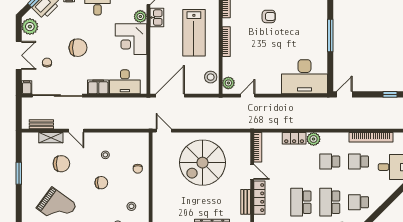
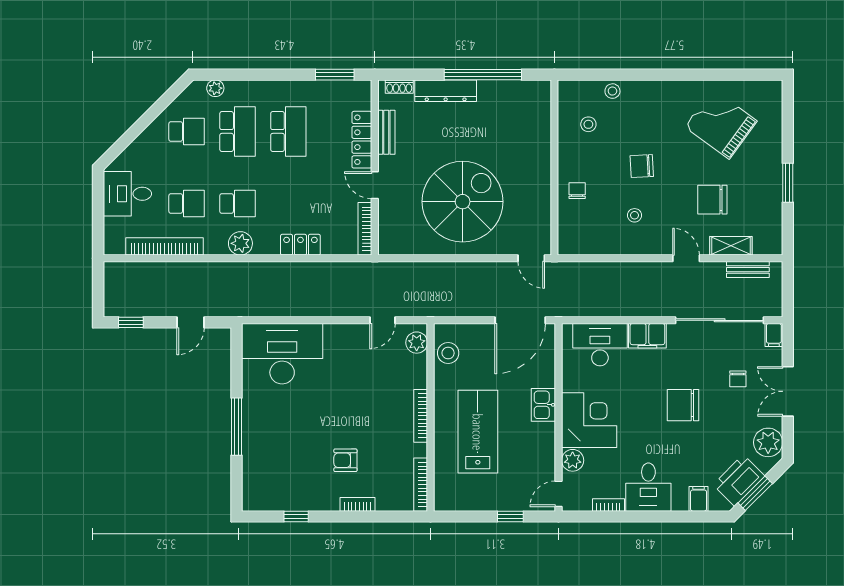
kitchen sink: (157, 18) -> (543, 405), moved
door: (344, 94) -> (191, 322), moved
plant: (314, 139) -> (240, 243), moved

